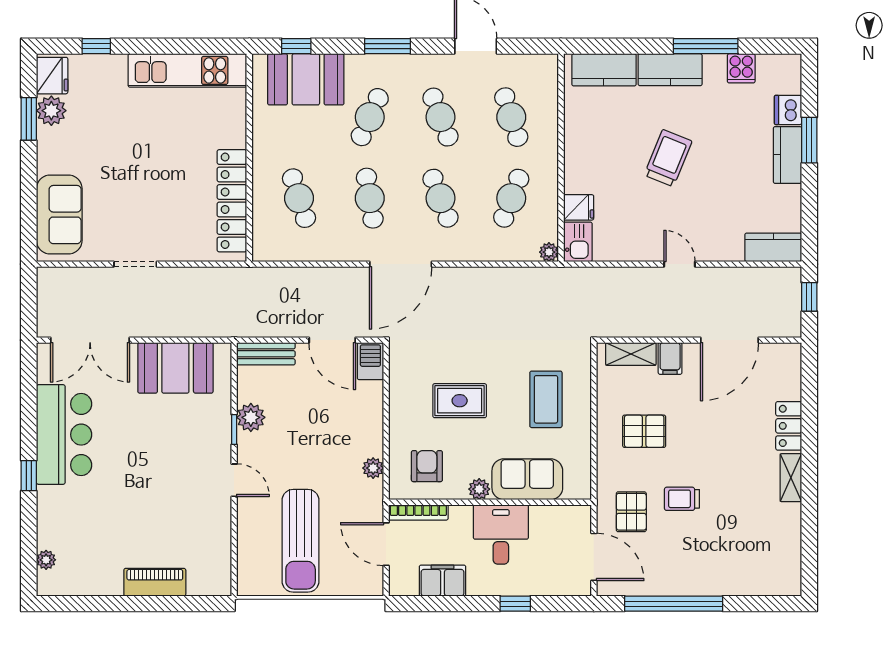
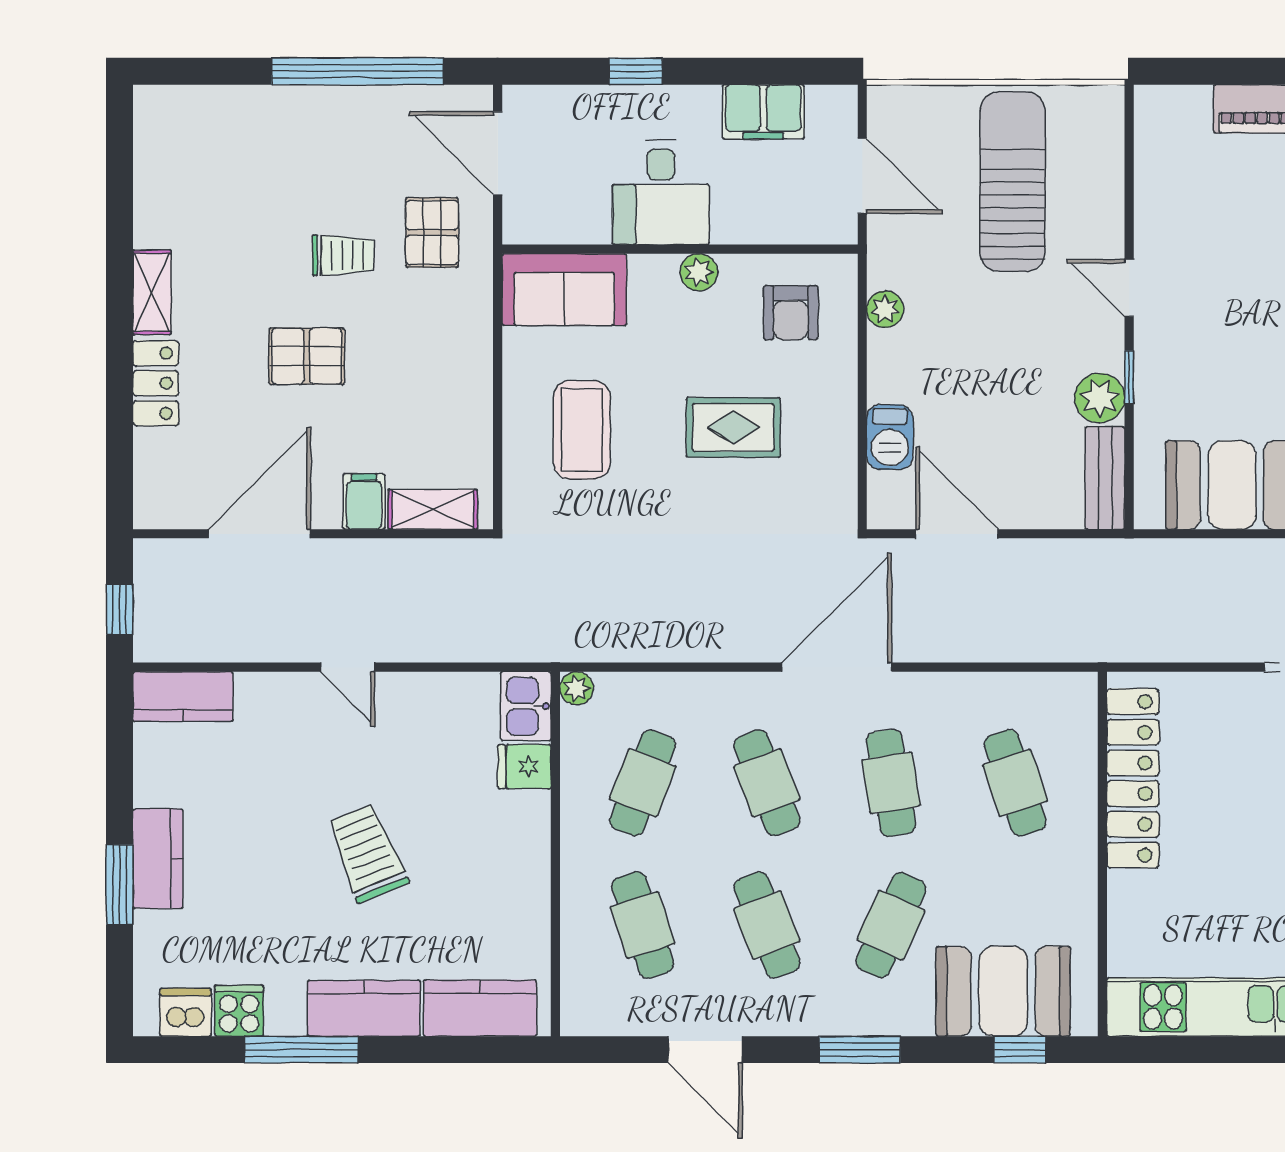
dishwasher: (788, 110) -> (186, 1012), moved, turned -90
trolley: (668, 158) -> (367, 853), turned 136
bench: (266, 354) -> (1105, 478), moved, turned 90
barbecue: (370, 361) -> (890, 437), moved
pallet: (644, 431) -> (307, 356), moved
sofa: (527, 479) -> (564, 290), moved
bookcase: (418, 512) -> (806, 231), removed

